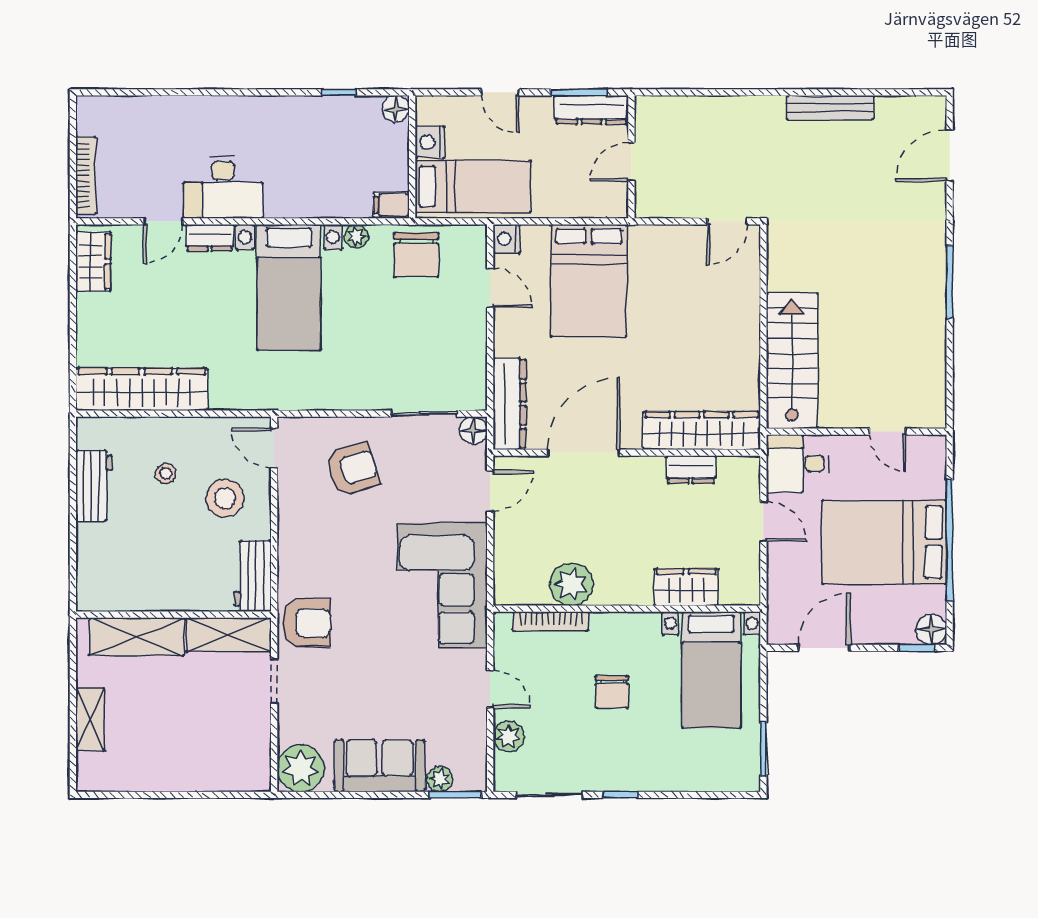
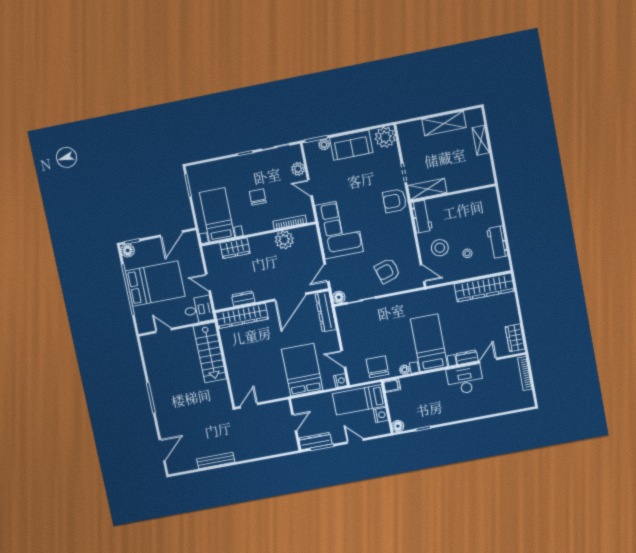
shelving: (137, 637) -> (444, 123), moved

